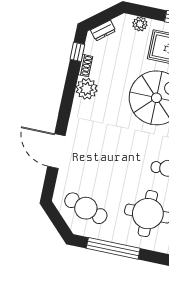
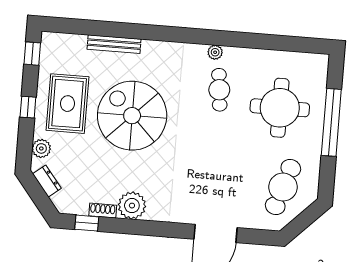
dresser: (103, 31) -> (47, 181), moved
window: (113, 248) -> (331, 122), moved

